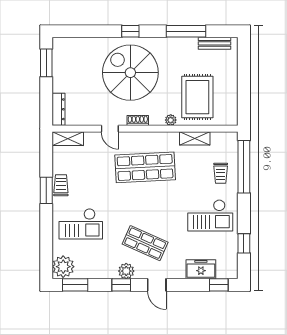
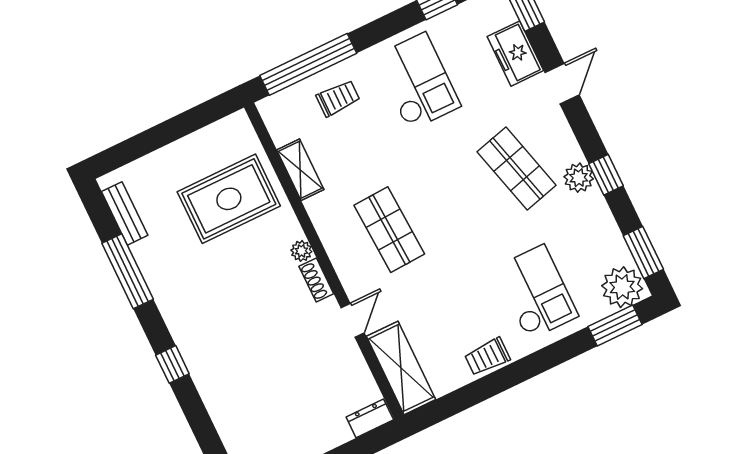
spiral stairs: (130, 73) -> (242, 331), removed
dresser: (58, 109) -> (370, 418), width x0.70
plant: (171, 120) -> (301, 251), moved
shelving: (68, 139) -> (401, 368), width x1.50, depth x1.33
shop shelf: (145, 167) -> (389, 230), width x0.70, depth x0.74
window: (46, 190) -> (615, 326), moved
shop shelf: (145, 243) -> (517, 168), turned -39
door: (157, 285) -> (562, 84), moved

